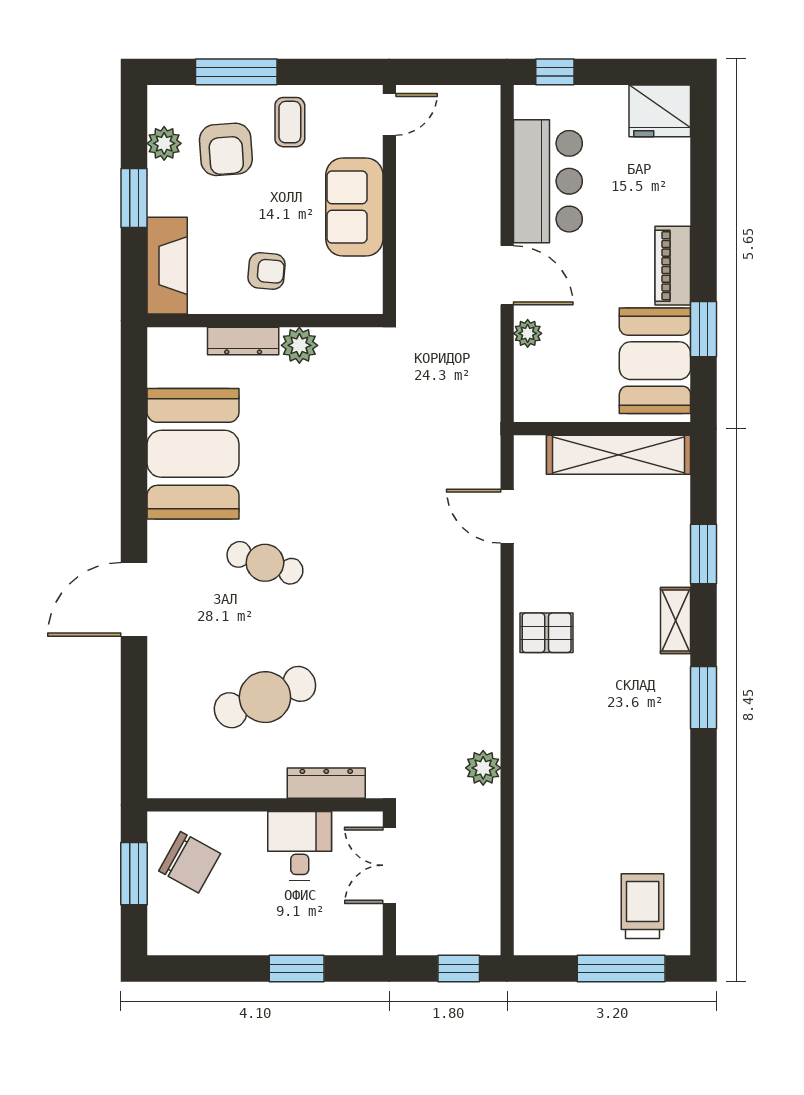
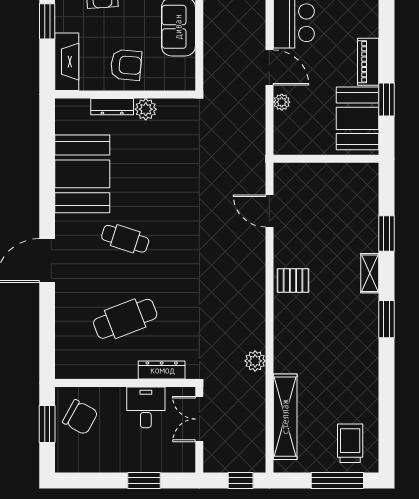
armchair: (266, 271) -> (126, 65), width x1.38, depth x1.38
shelving: (618, 455) -> (285, 417), moved, turned 90

